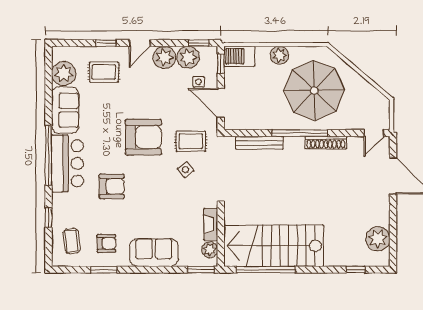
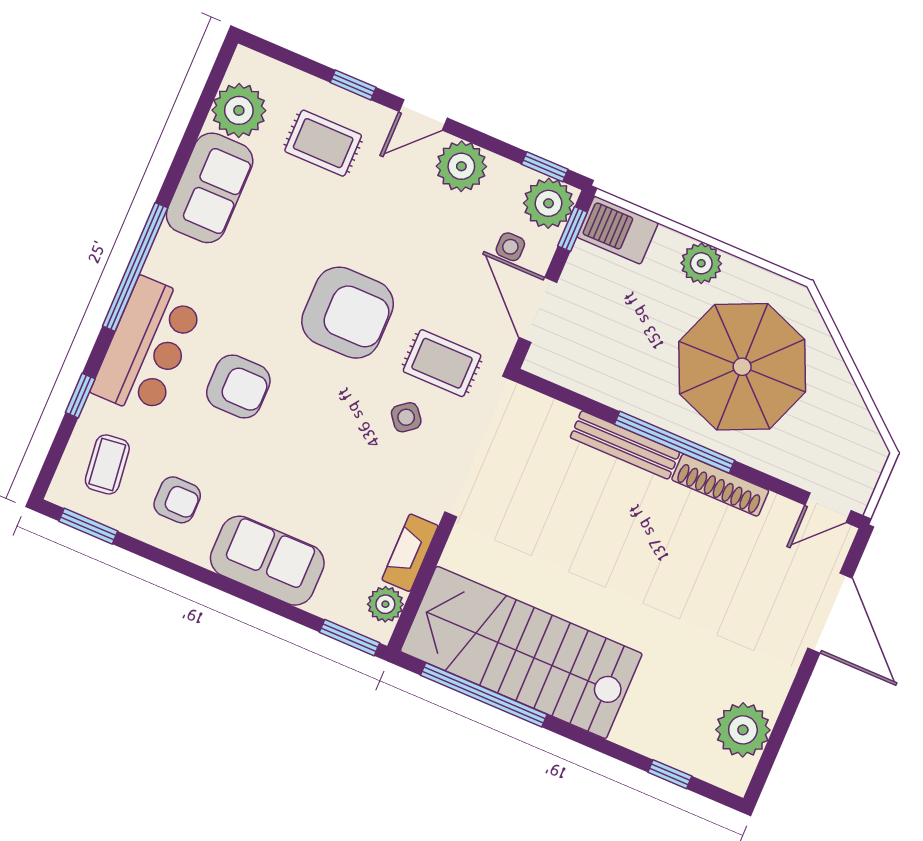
plant: (188, 57) -> (548, 203), moved
bench: (259, 143) -> (625, 445), moved
bar counter: (68, 163) -> (147, 347), moved
window: (104, 270) -> (88, 526), moved

